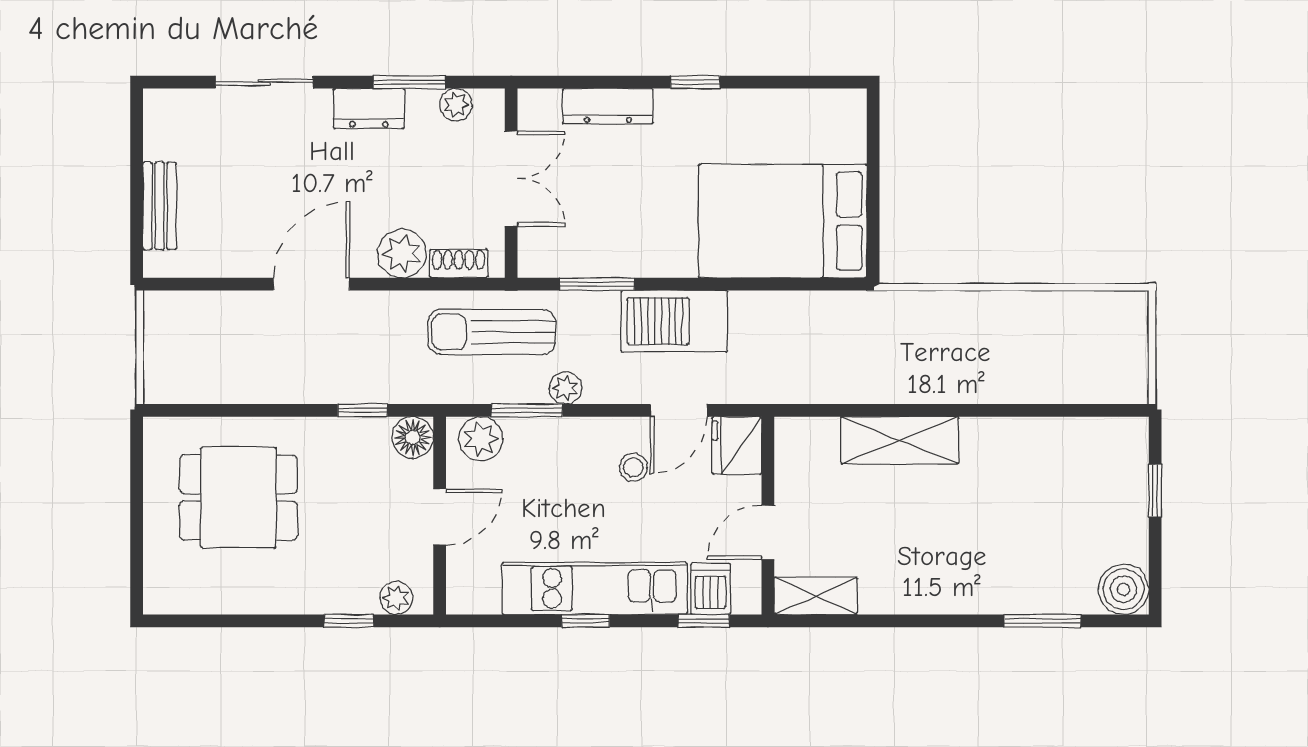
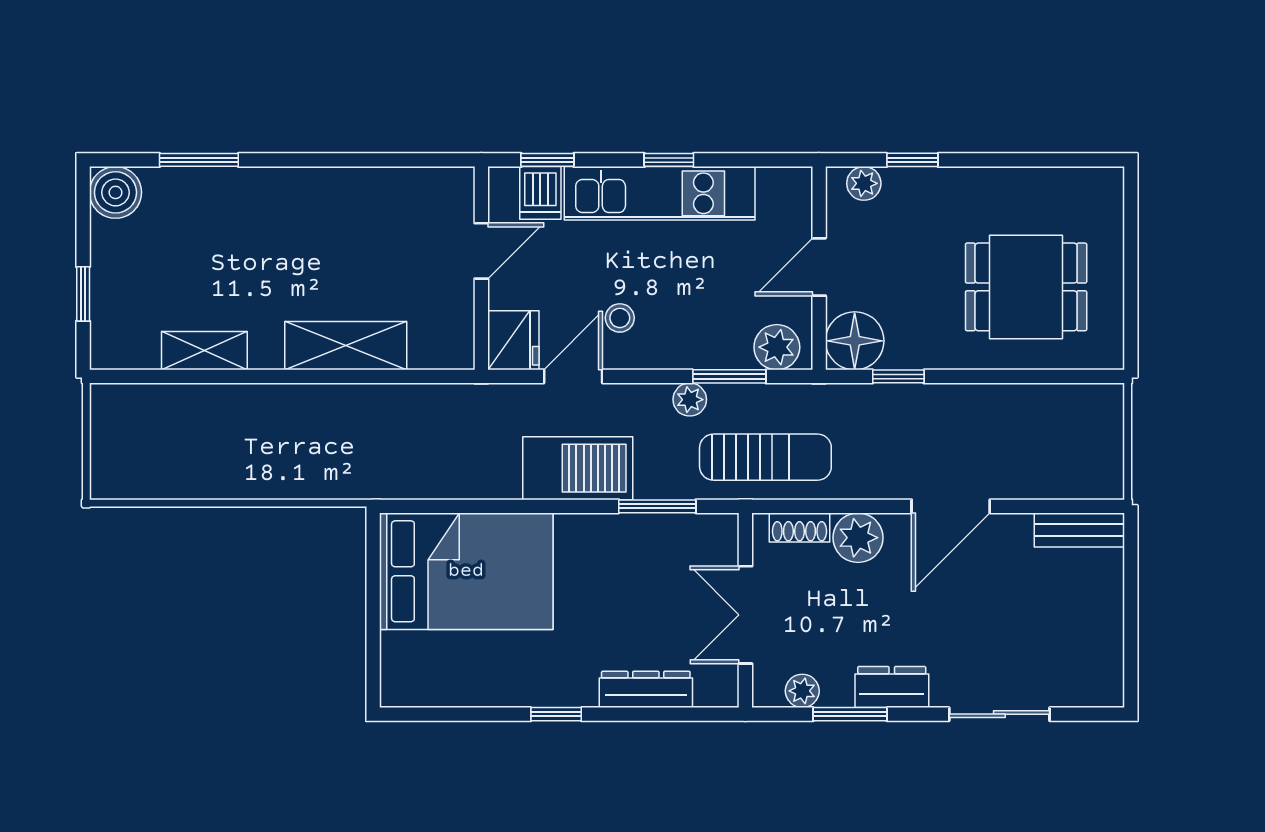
bench: (160, 206) -> (1079, 530), moved, turned 90
floor lamp: (413, 437) -> (855, 341), width x1.38, depth x1.38
shelving: (816, 596) -> (204, 351), moved

